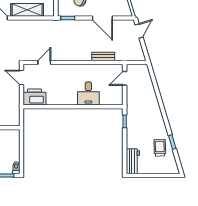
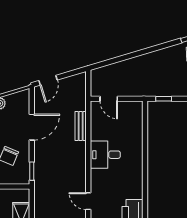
door: (139, 31) -> (48, 80), swing flipped
desk: (88, 93) -> (105, 155), moved, turned 180

